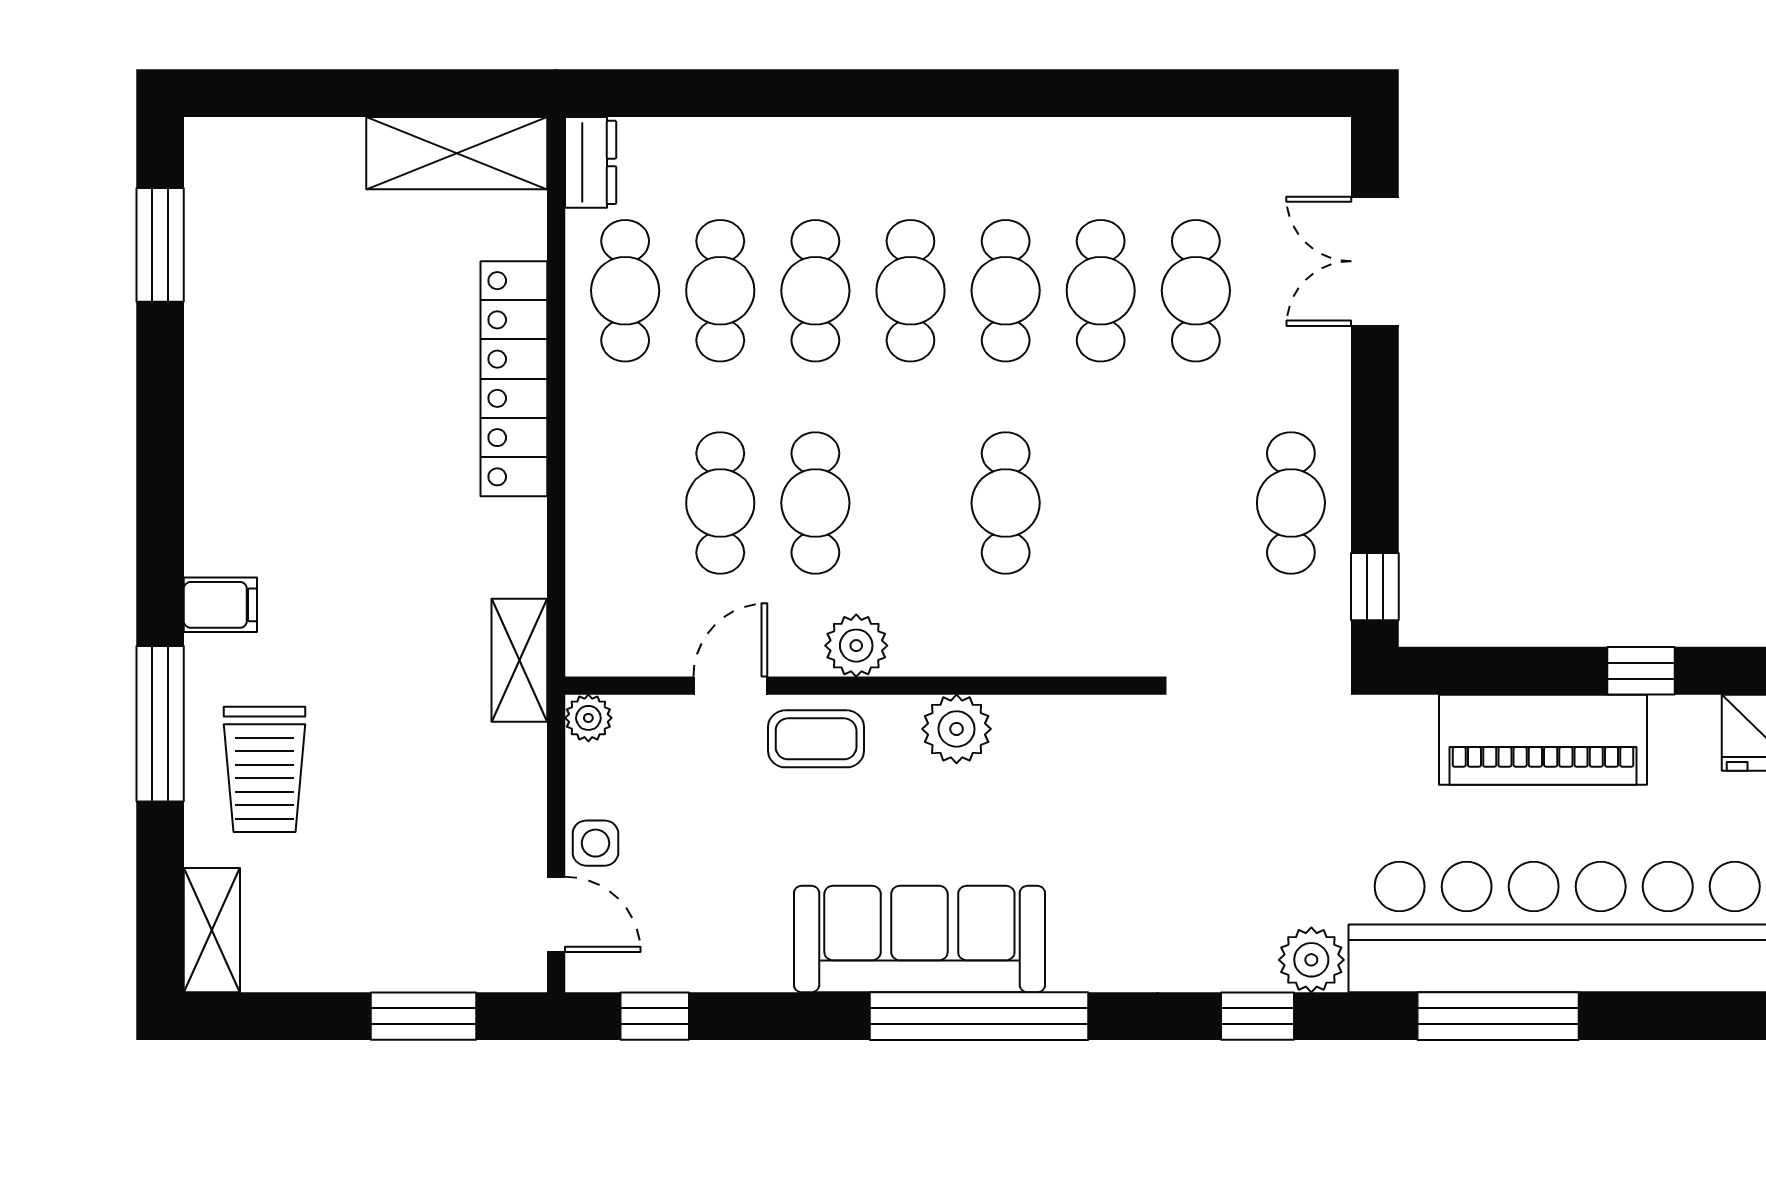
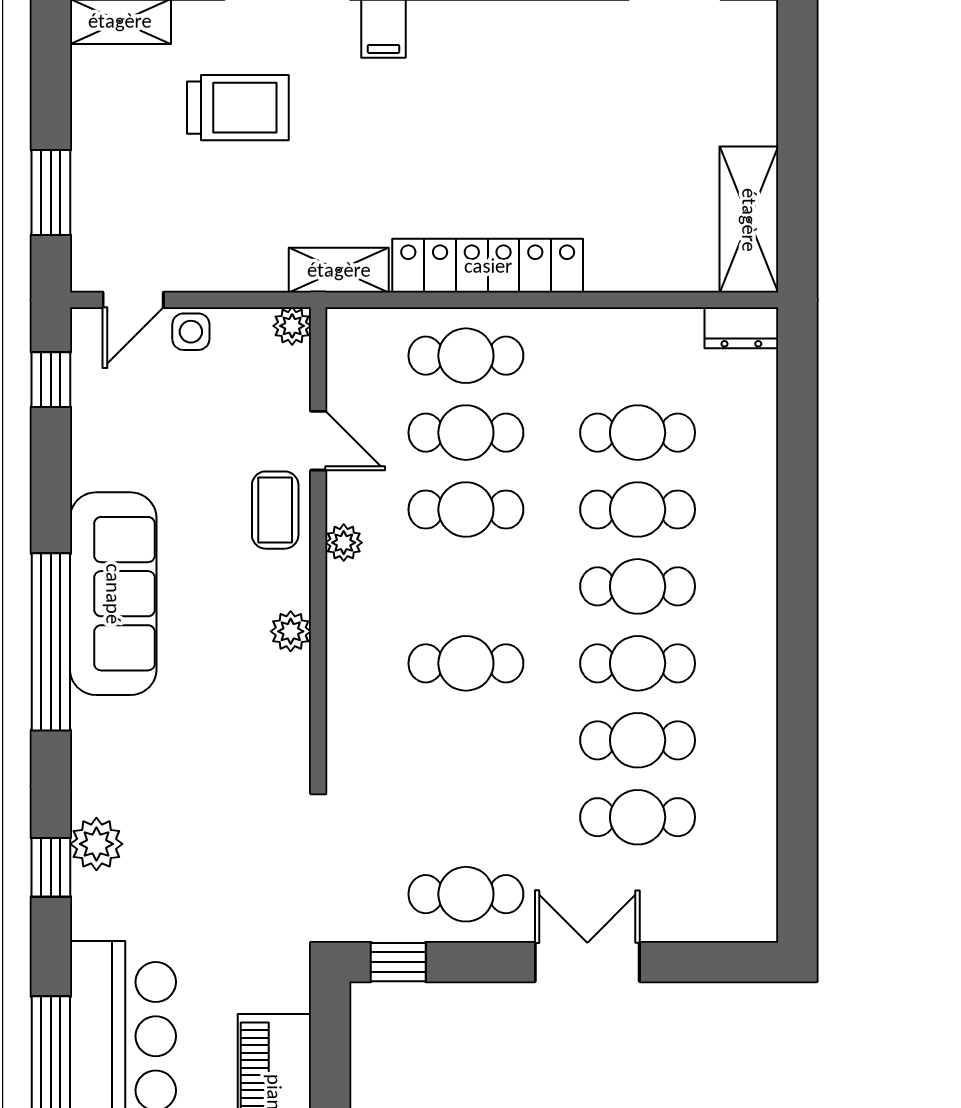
double door: (1375, 261) -> (587, 962), moved
cafe table: (625, 291) -> (466, 356), moved
locker: (514, 379) -> (488, 266), moved
plant: (856, 646) -> (344, 543), width x0.73, depth x0.73
plant: (957, 729) -> (291, 631), width x0.73, depth x0.73
trolley: (265, 769) -> (238, 108), moved, turned 180
plant: (1311, 960) -> (96, 844), moved

